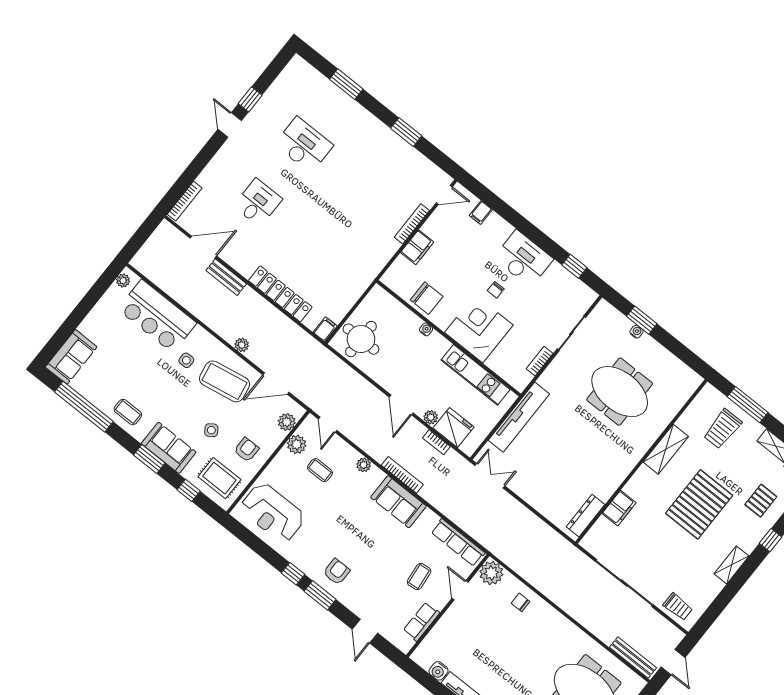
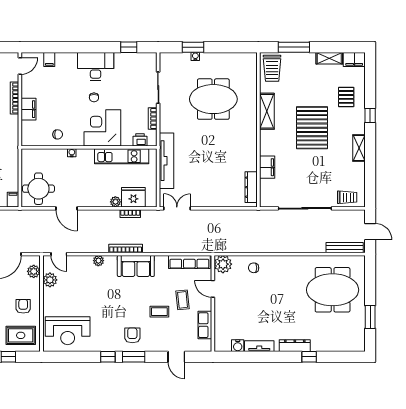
chair: (427, 298) -> (58, 134), width x0.54, depth x0.54
printer: (508, 373) -> (140, 140), added
door: (401, 405) -> (67, 208), moved
trolley: (723, 429) -> (272, 68), moved
coffee table: (320, 470) -> (159, 312), moved

